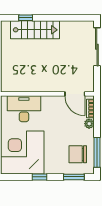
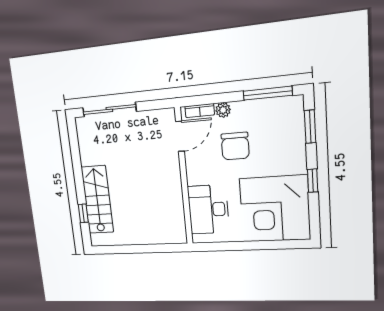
chair: (78, 154) -> (235, 146), moved

